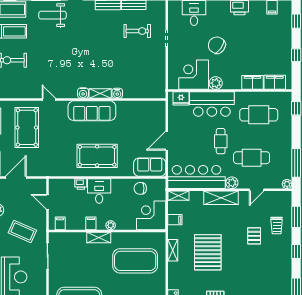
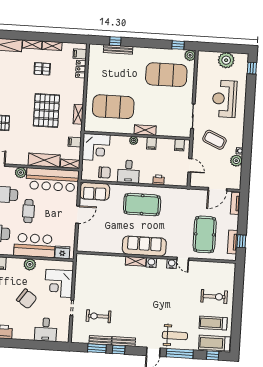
corner desk: (194, 75) -> (59, 283), moved, turned 90
water cooler: (117, 93) -> (172, 264), moved
desk: (99, 191) -> (129, 172), moved
shelving: (221, 198) -> (44, 160), moved

